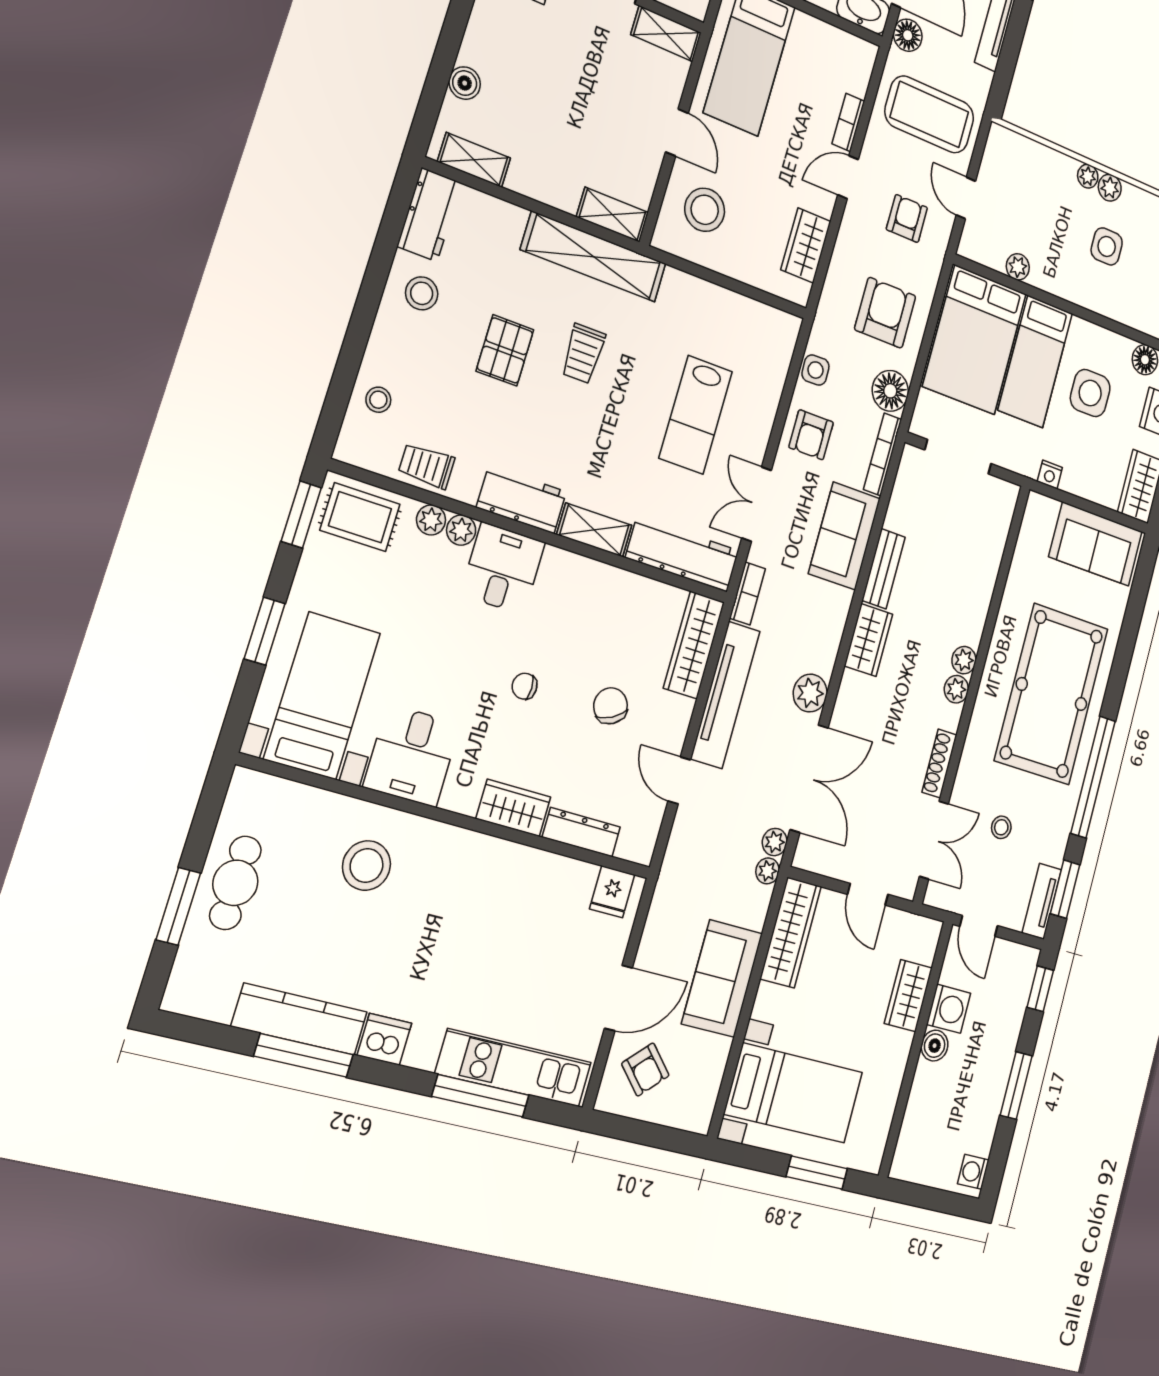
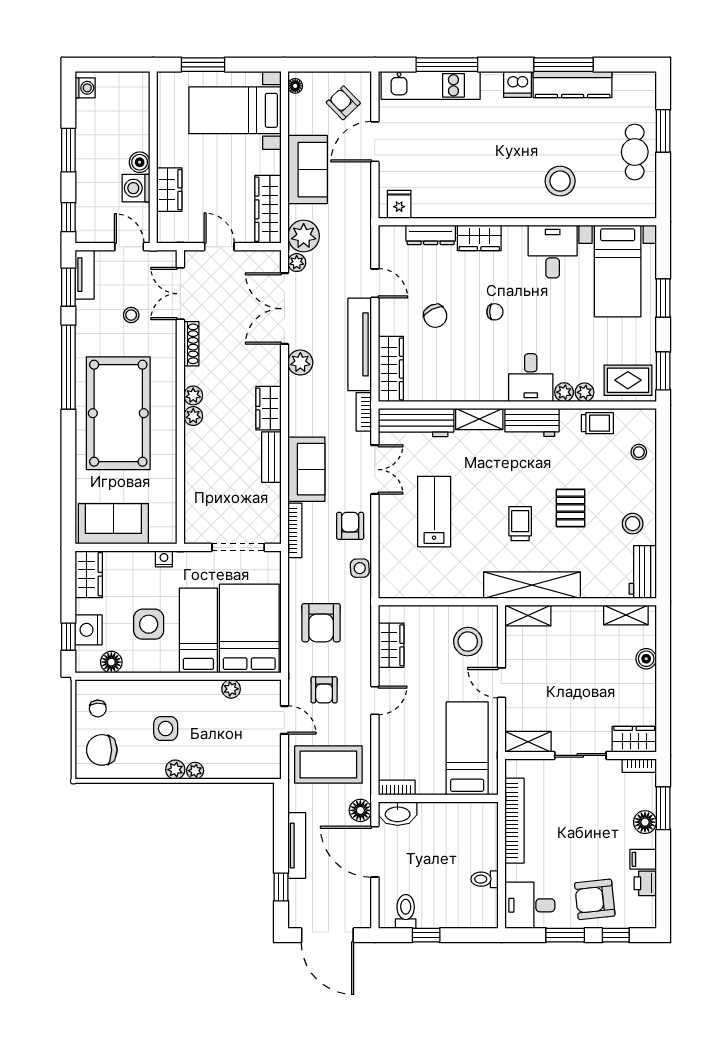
bookcase: (848, 122) -> (397, 788), moved, turned -90
floor lamp: (890, 391) -> (295, 86), moved, width x0.53, depth x0.53
plant: (768, 871) -> (304, 236), width x1.87, depth x1.87

